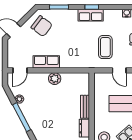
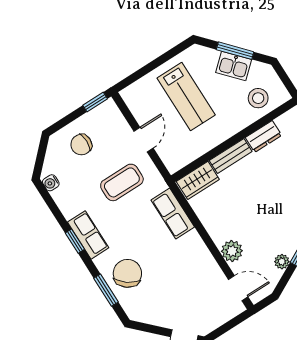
chair: (42, 26) -> (127, 273), moved
row of seats: (46, 62) -> (173, 214), moved
plant: (55, 79) -> (232, 251), moved
wardrobe: (83, 84) -> (198, 180), added

